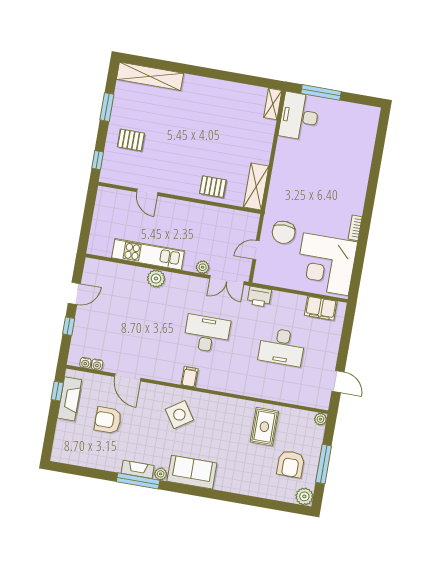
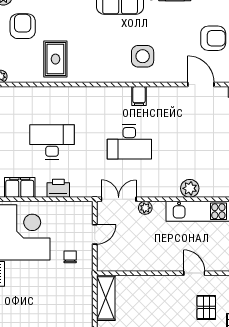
pallet: (213, 187) -> (206, 307), moved, turned 90
door: (147, 192) -> (194, 273), moved
chair: (284, 232) -> (70, 257), width x0.54, depth x0.54
printer: (259, 297) -> (58, 188), moved
side table: (179, 415) -> (143, 56), turned 34

